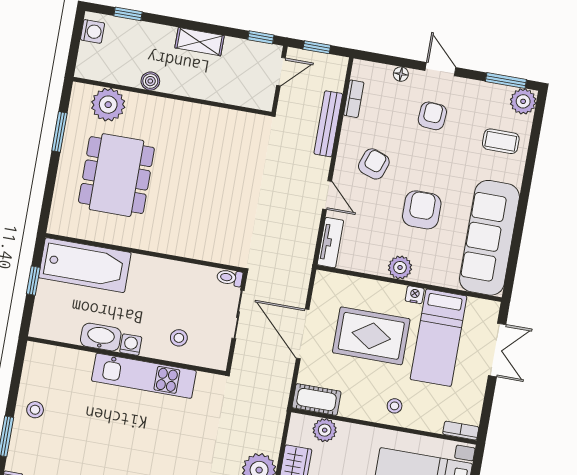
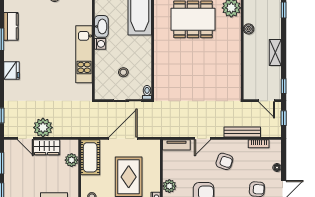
stool: (179, 338) -> (123, 72), moved
cot: (317, 400) -> (90, 157), width x1.37, depth x1.34

